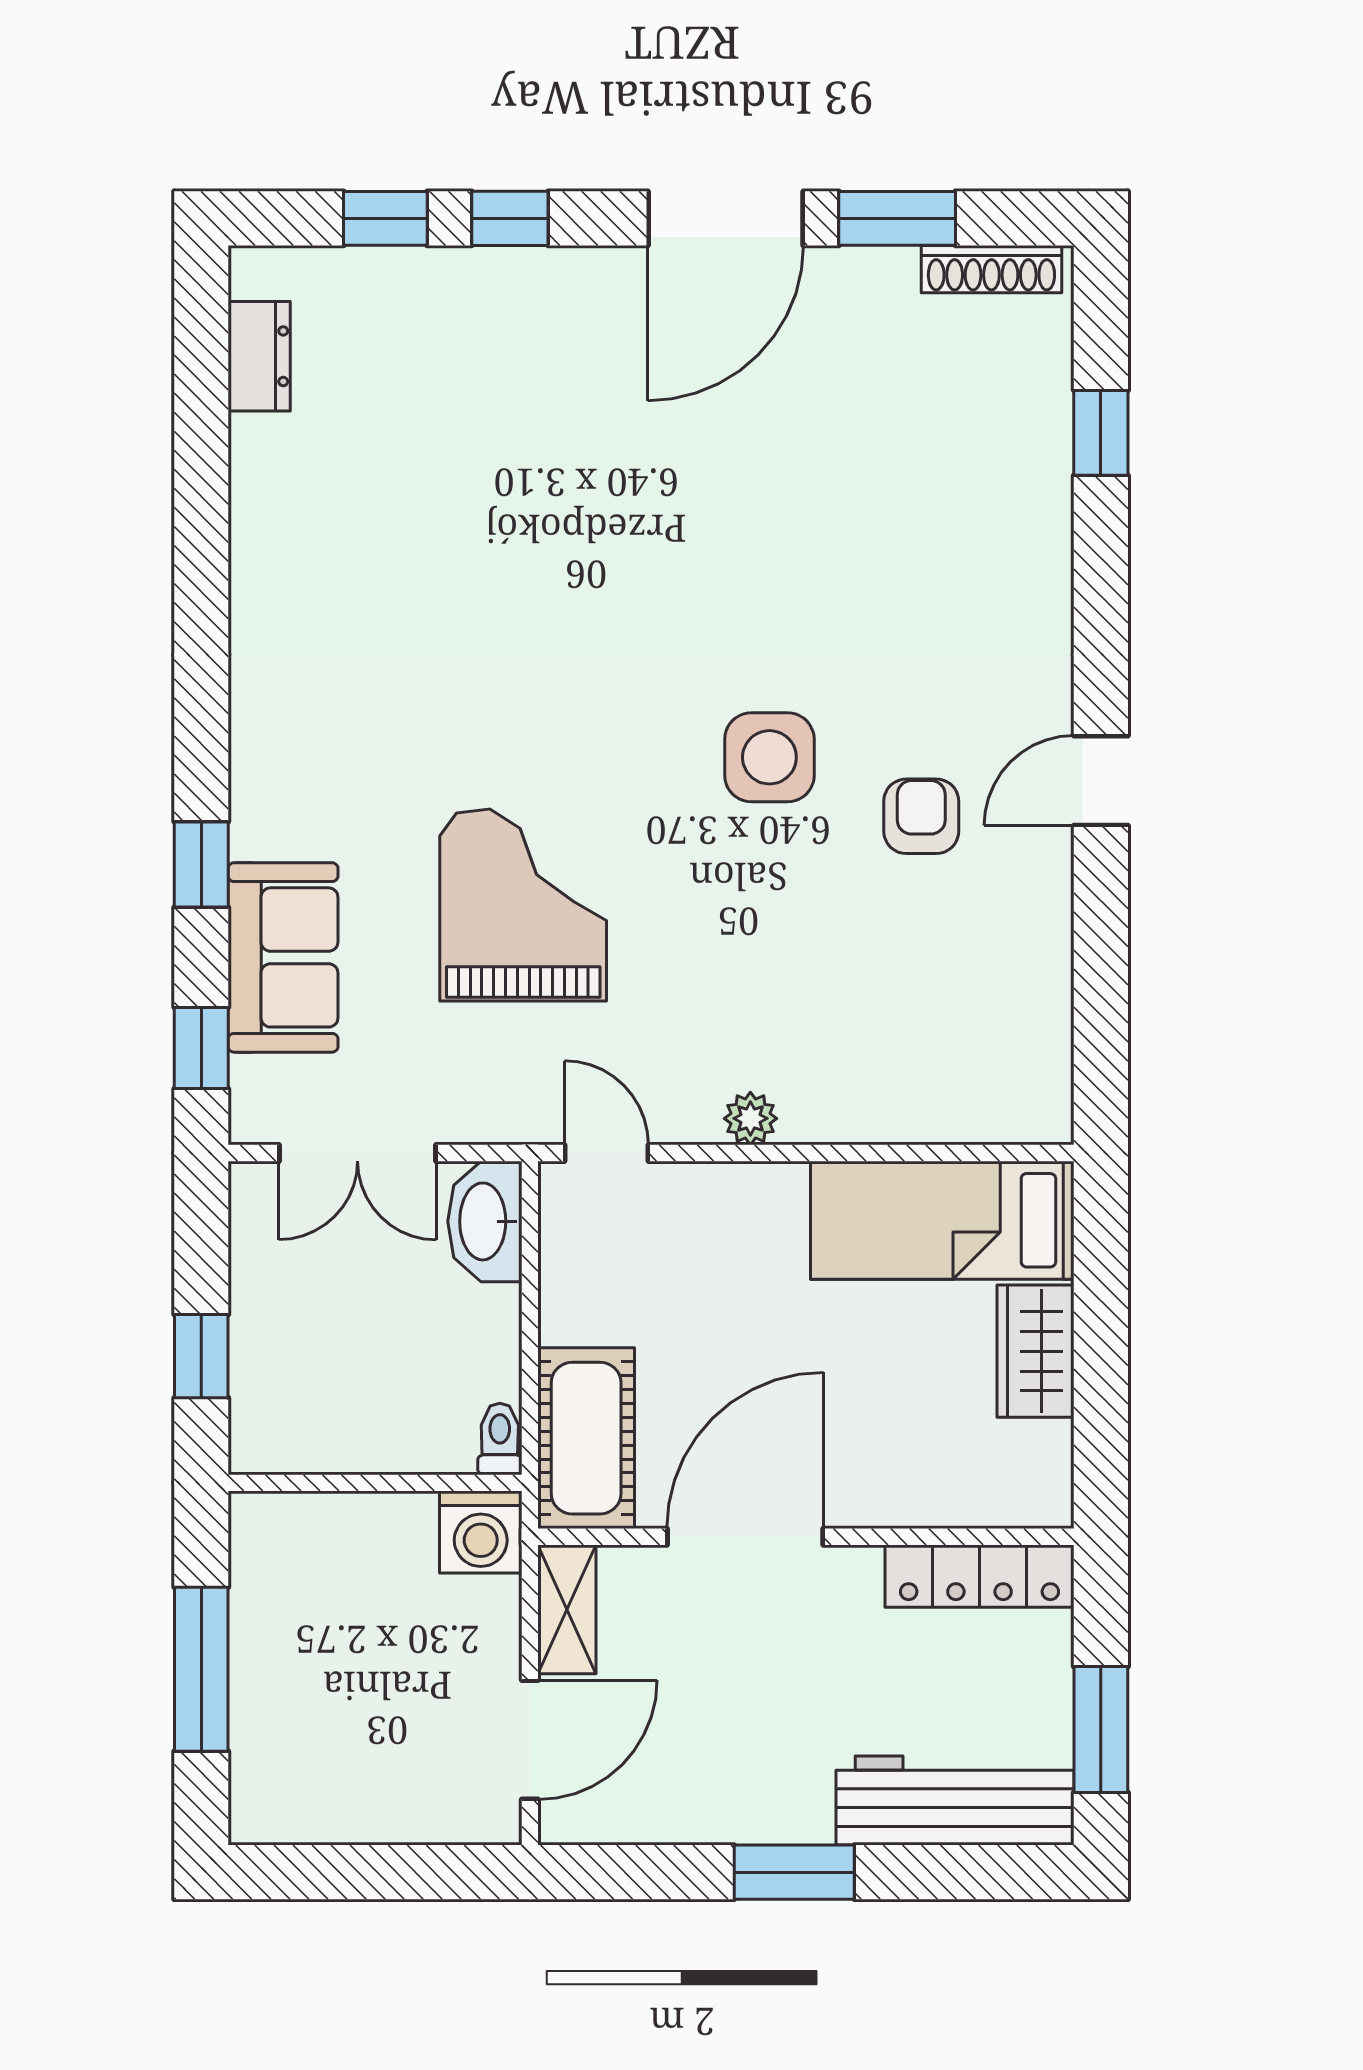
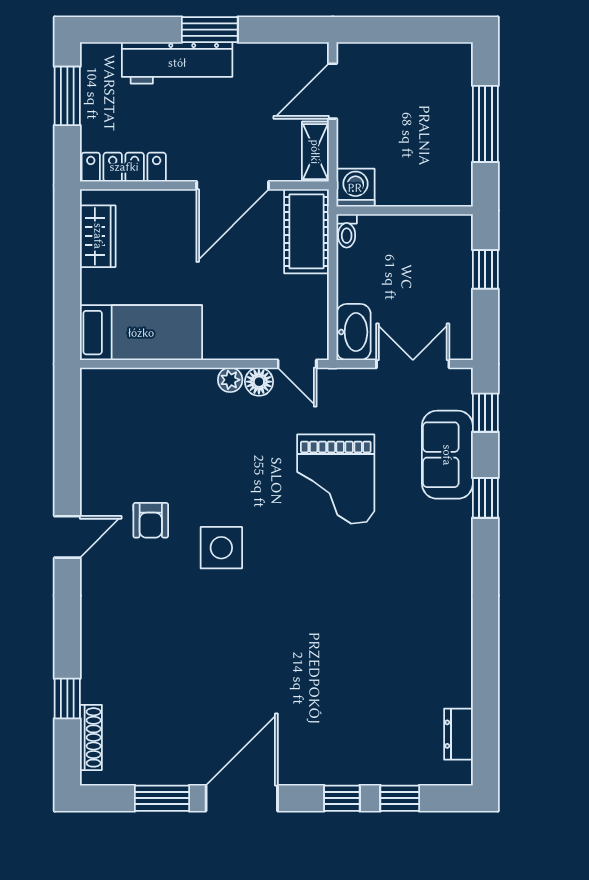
shoe rack: (991, 269) -> (91, 737), moved, turned 90
floor lamp: (688, 1114) -> (259, 382), added
wardrobe: (1035, 1351) -> (98, 236), moved
workbench: (955, 1800) -> (177, 63), moved

